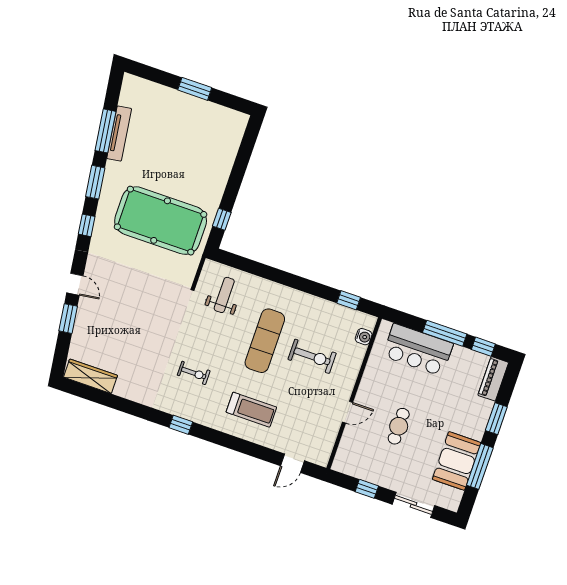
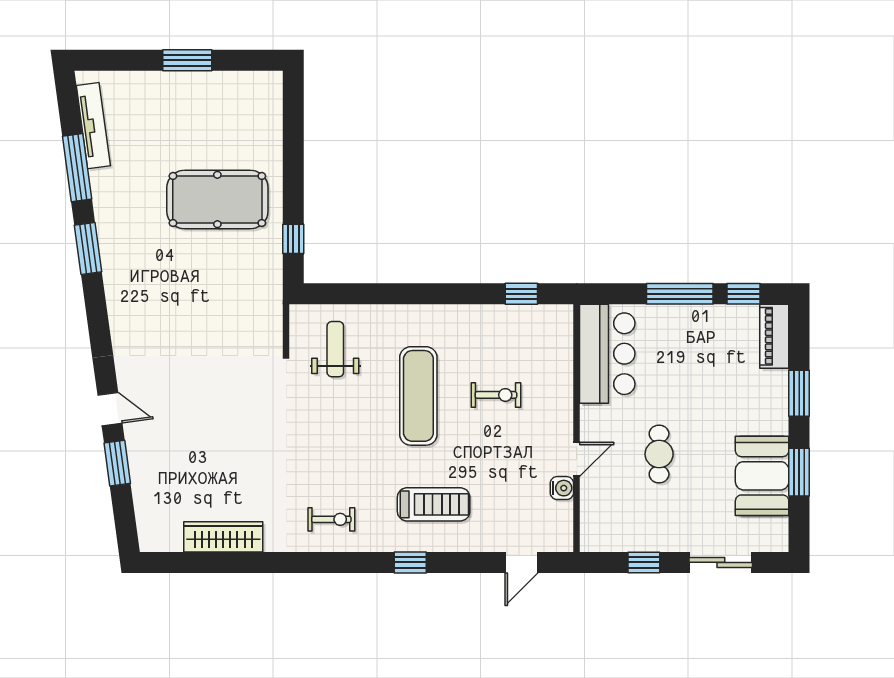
tv unit: (119, 134) -> (93, 126), moved
pool table: (161, 221) -> (217, 199), moved, width x0.73, depth x0.76
window: (87, 225) -> (97, 316), removed
water cooler: (364, 337) -> (562, 488), moved
bar counter: (418, 350) -> (607, 354), moved, turned -90
exercise bike: (312, 356) -> (496, 395), width x0.73, depth x0.72
exercise bike: (194, 373) -> (331, 519), moved
wardrobe: (91, 376) -> (223, 537), moved
window: (181, 425) -> (410, 562), moved
window: (480, 466) -> (799, 472), width x0.69

